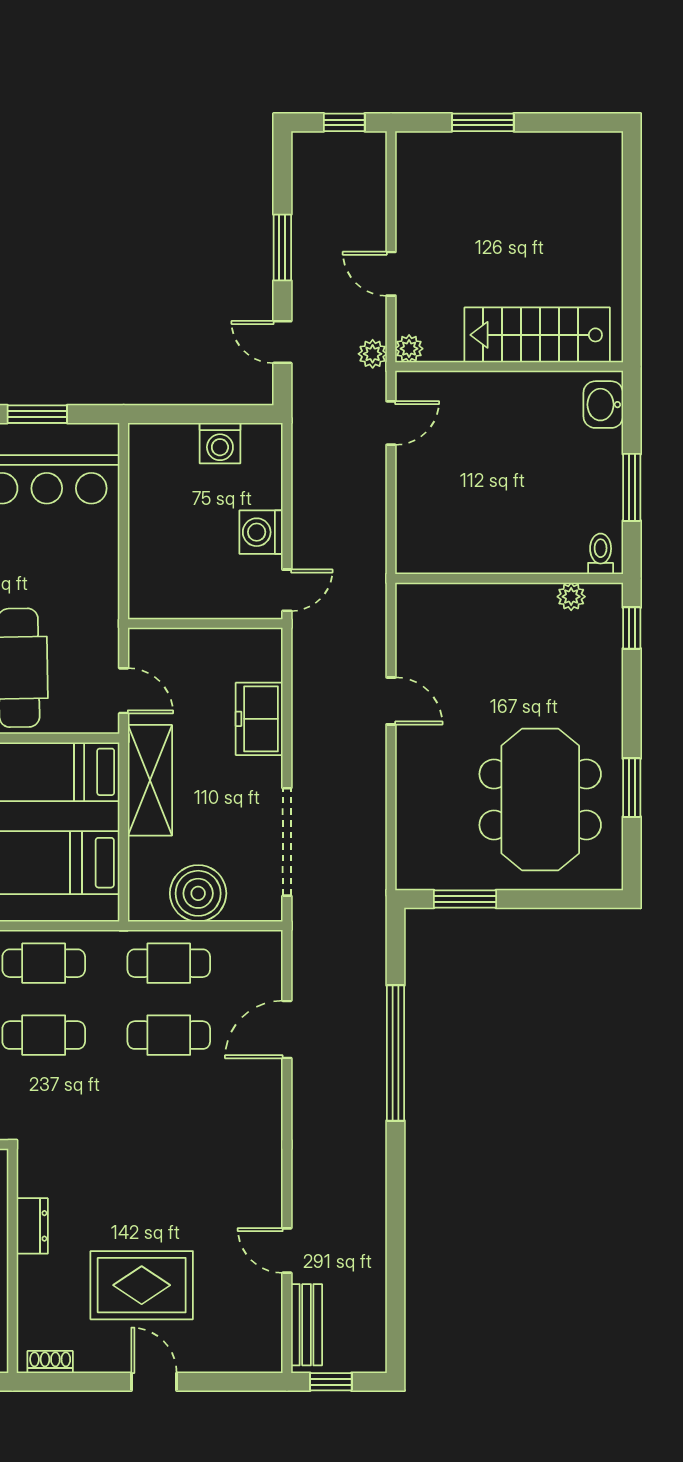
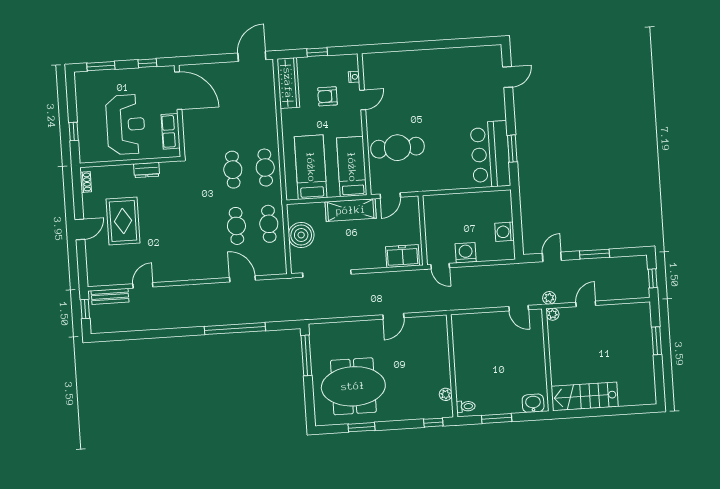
stairs: (537, 335) -> (585, 396), moved, turned -90
freezer: (259, 719) -> (402, 256), moved
window: (465, 899) -> (306, 355), width x1.44

